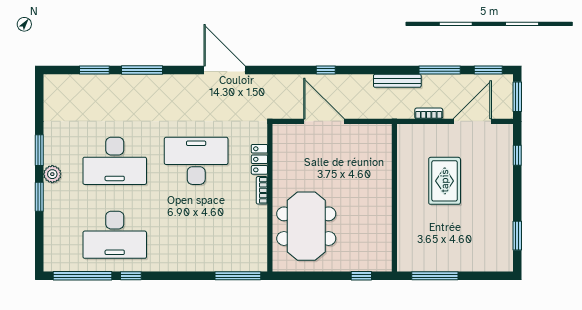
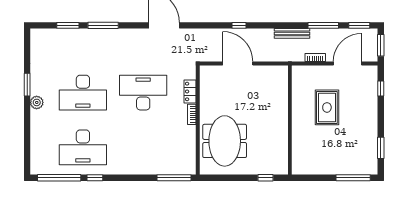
window: (39, 197) -> (27, 119), removed
window: (435, 276) -> (353, 178), moved

